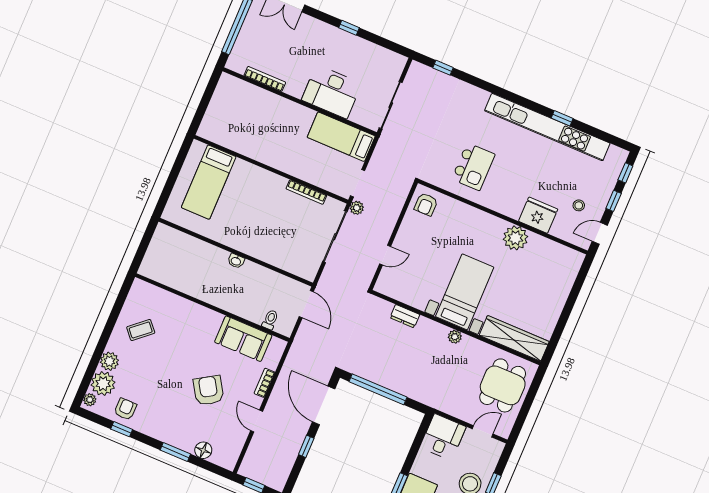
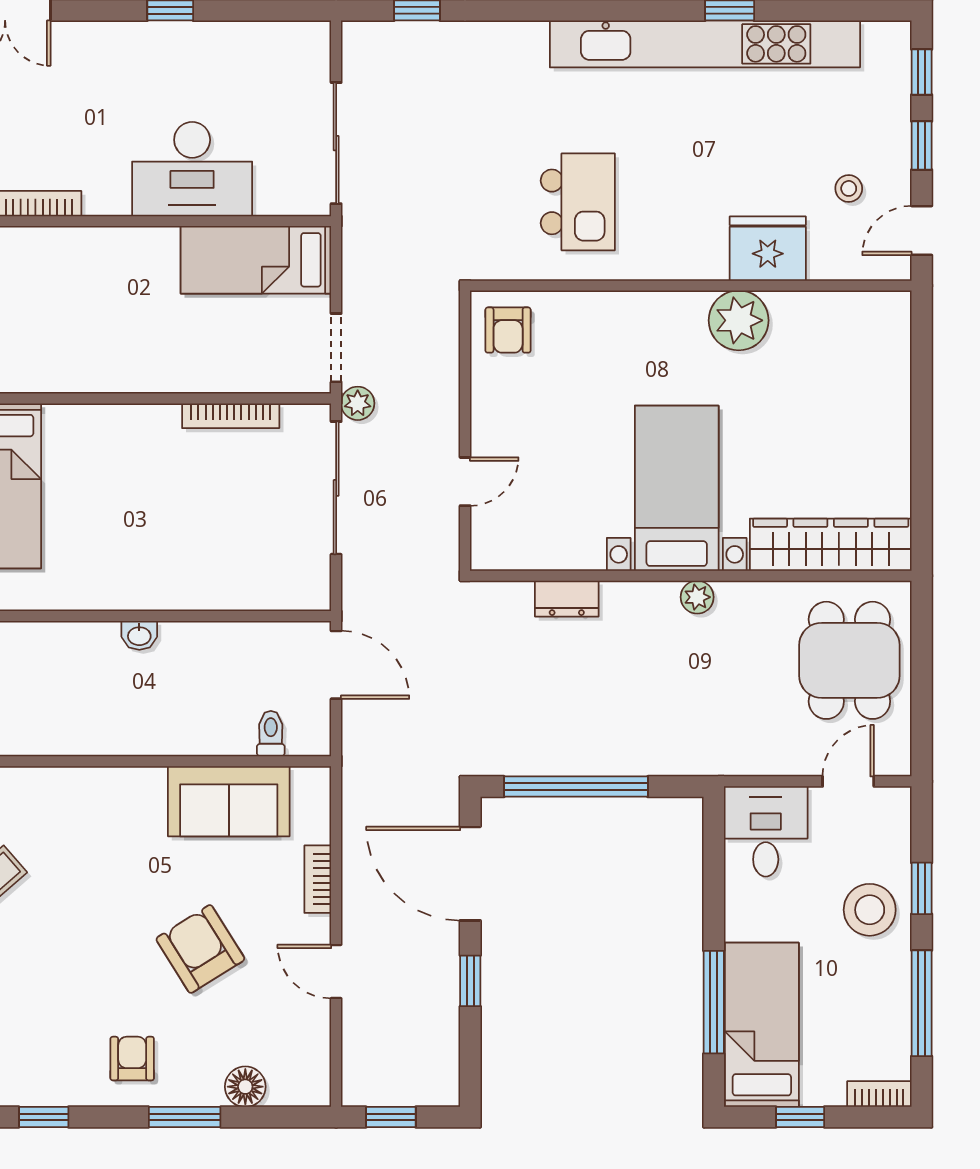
armchair: (125, 409) -> (132, 1059), moved

